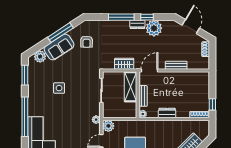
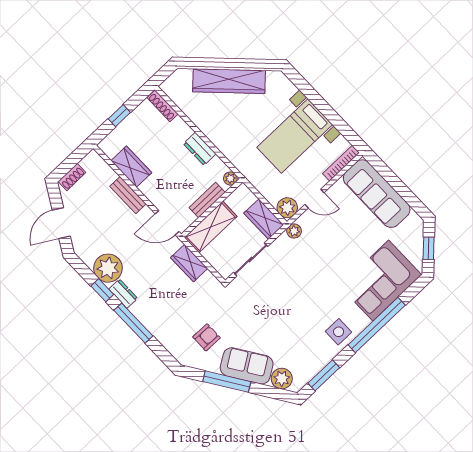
wardrobe: (187, 78) -> (131, 167), added
side table: (59, 88) -> (339, 332), moved
window: (212, 104) -> (119, 116), moved
wardrobe: (113, 112) -> (264, 219), added

